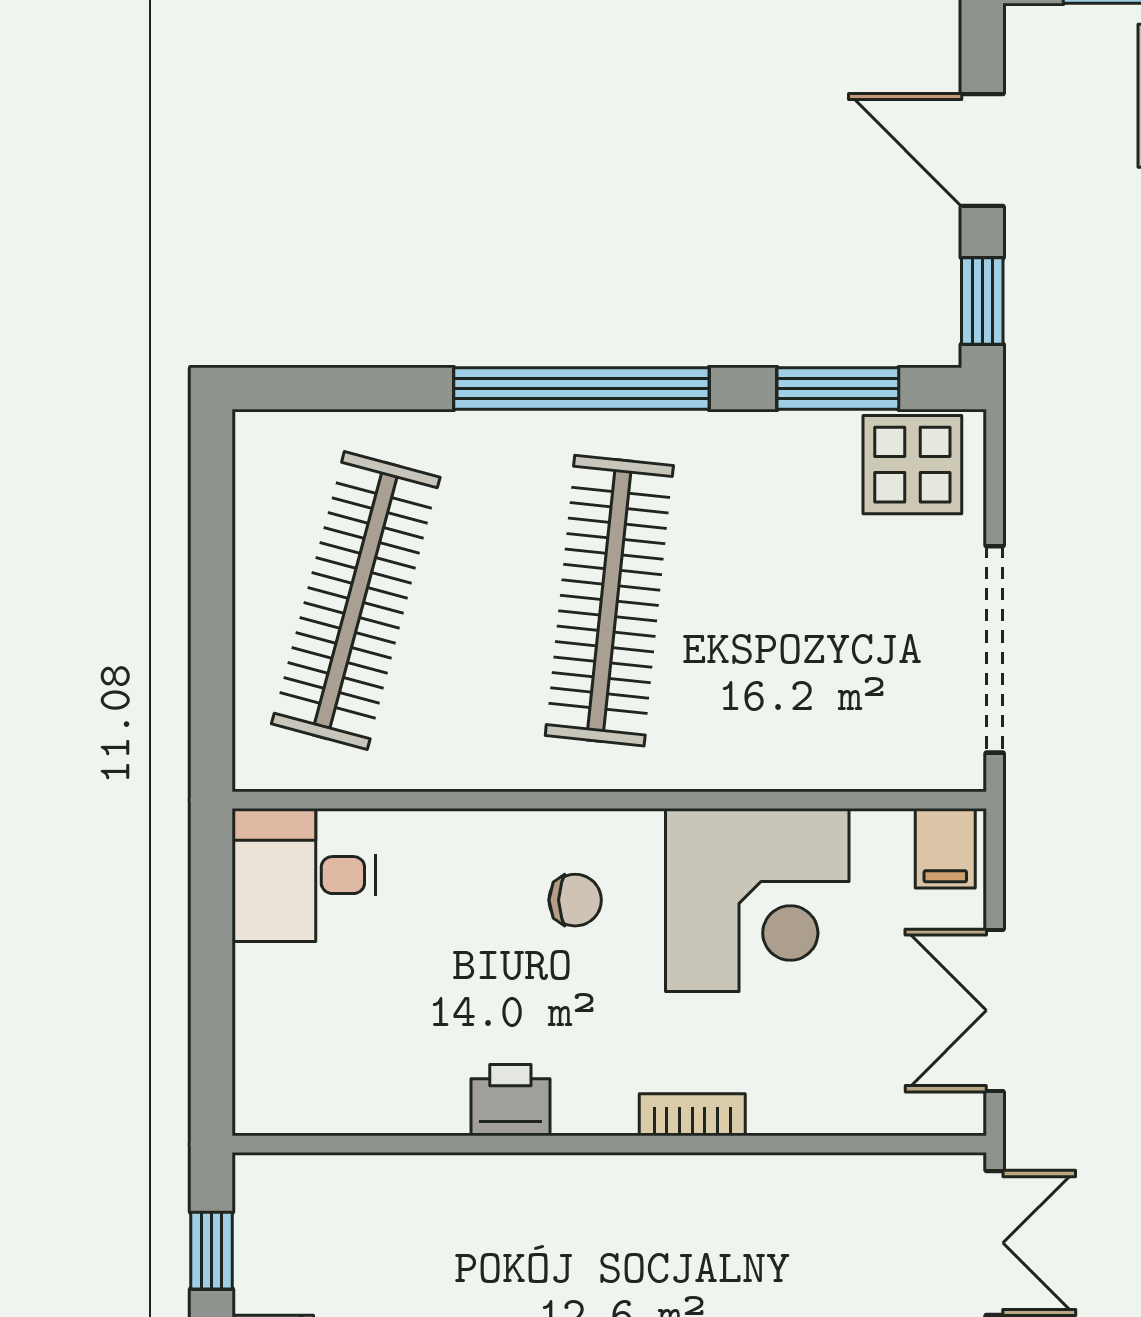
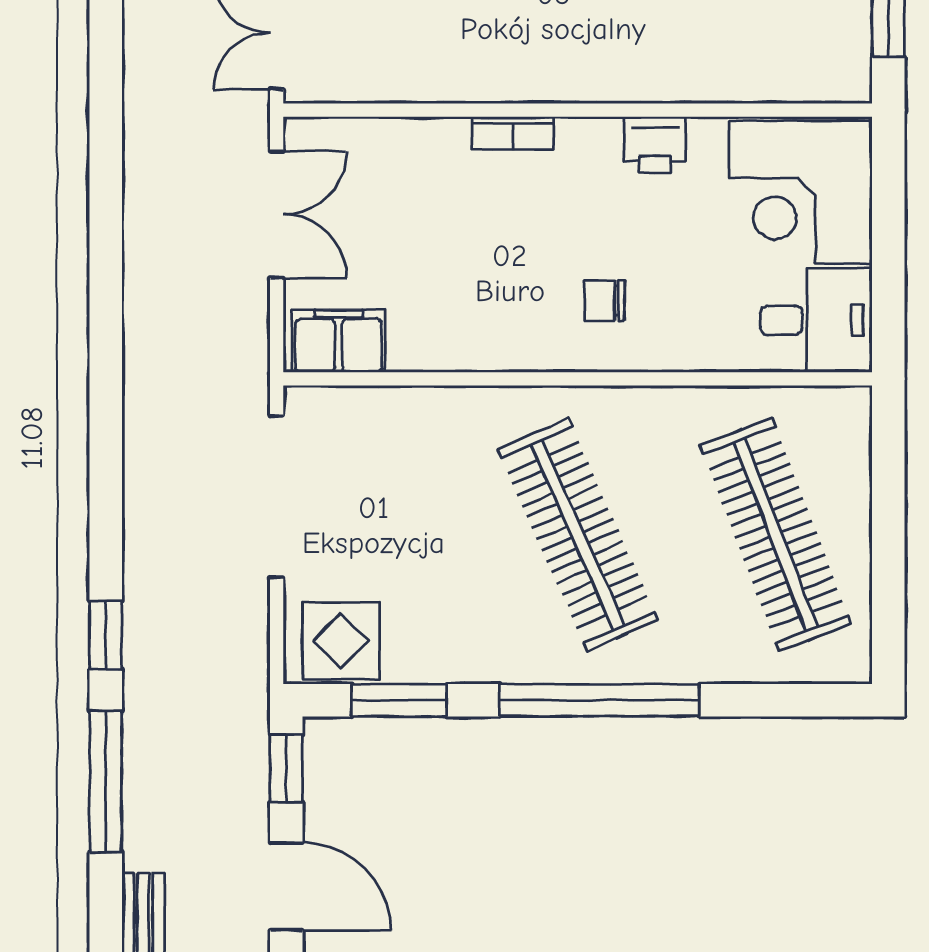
clothes rail: (356, 601) -> (776, 535), turned -36
clothes rail: (609, 601) -> (578, 535), turned -30
filing cabinet: (945, 848) -> (339, 341), width x2.00
corner desk: (757, 900) -> (801, 192), moved, turned -90

